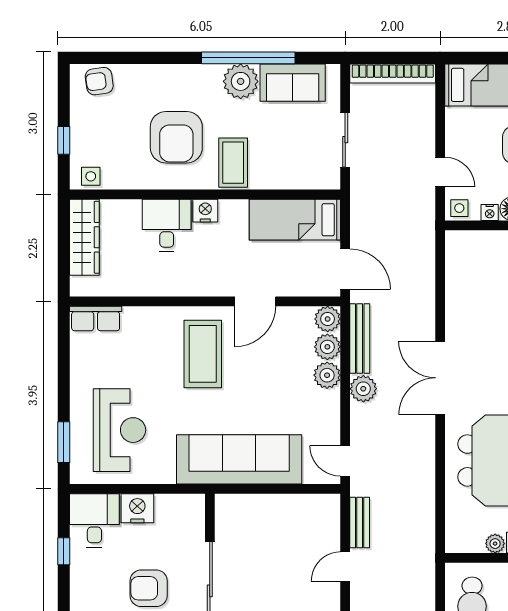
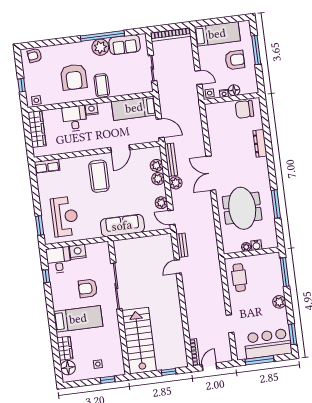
plant: (328, 319) -> (161, 203), moved
sofa: (239, 459) -> (122, 226), width x0.74, depth x0.79

